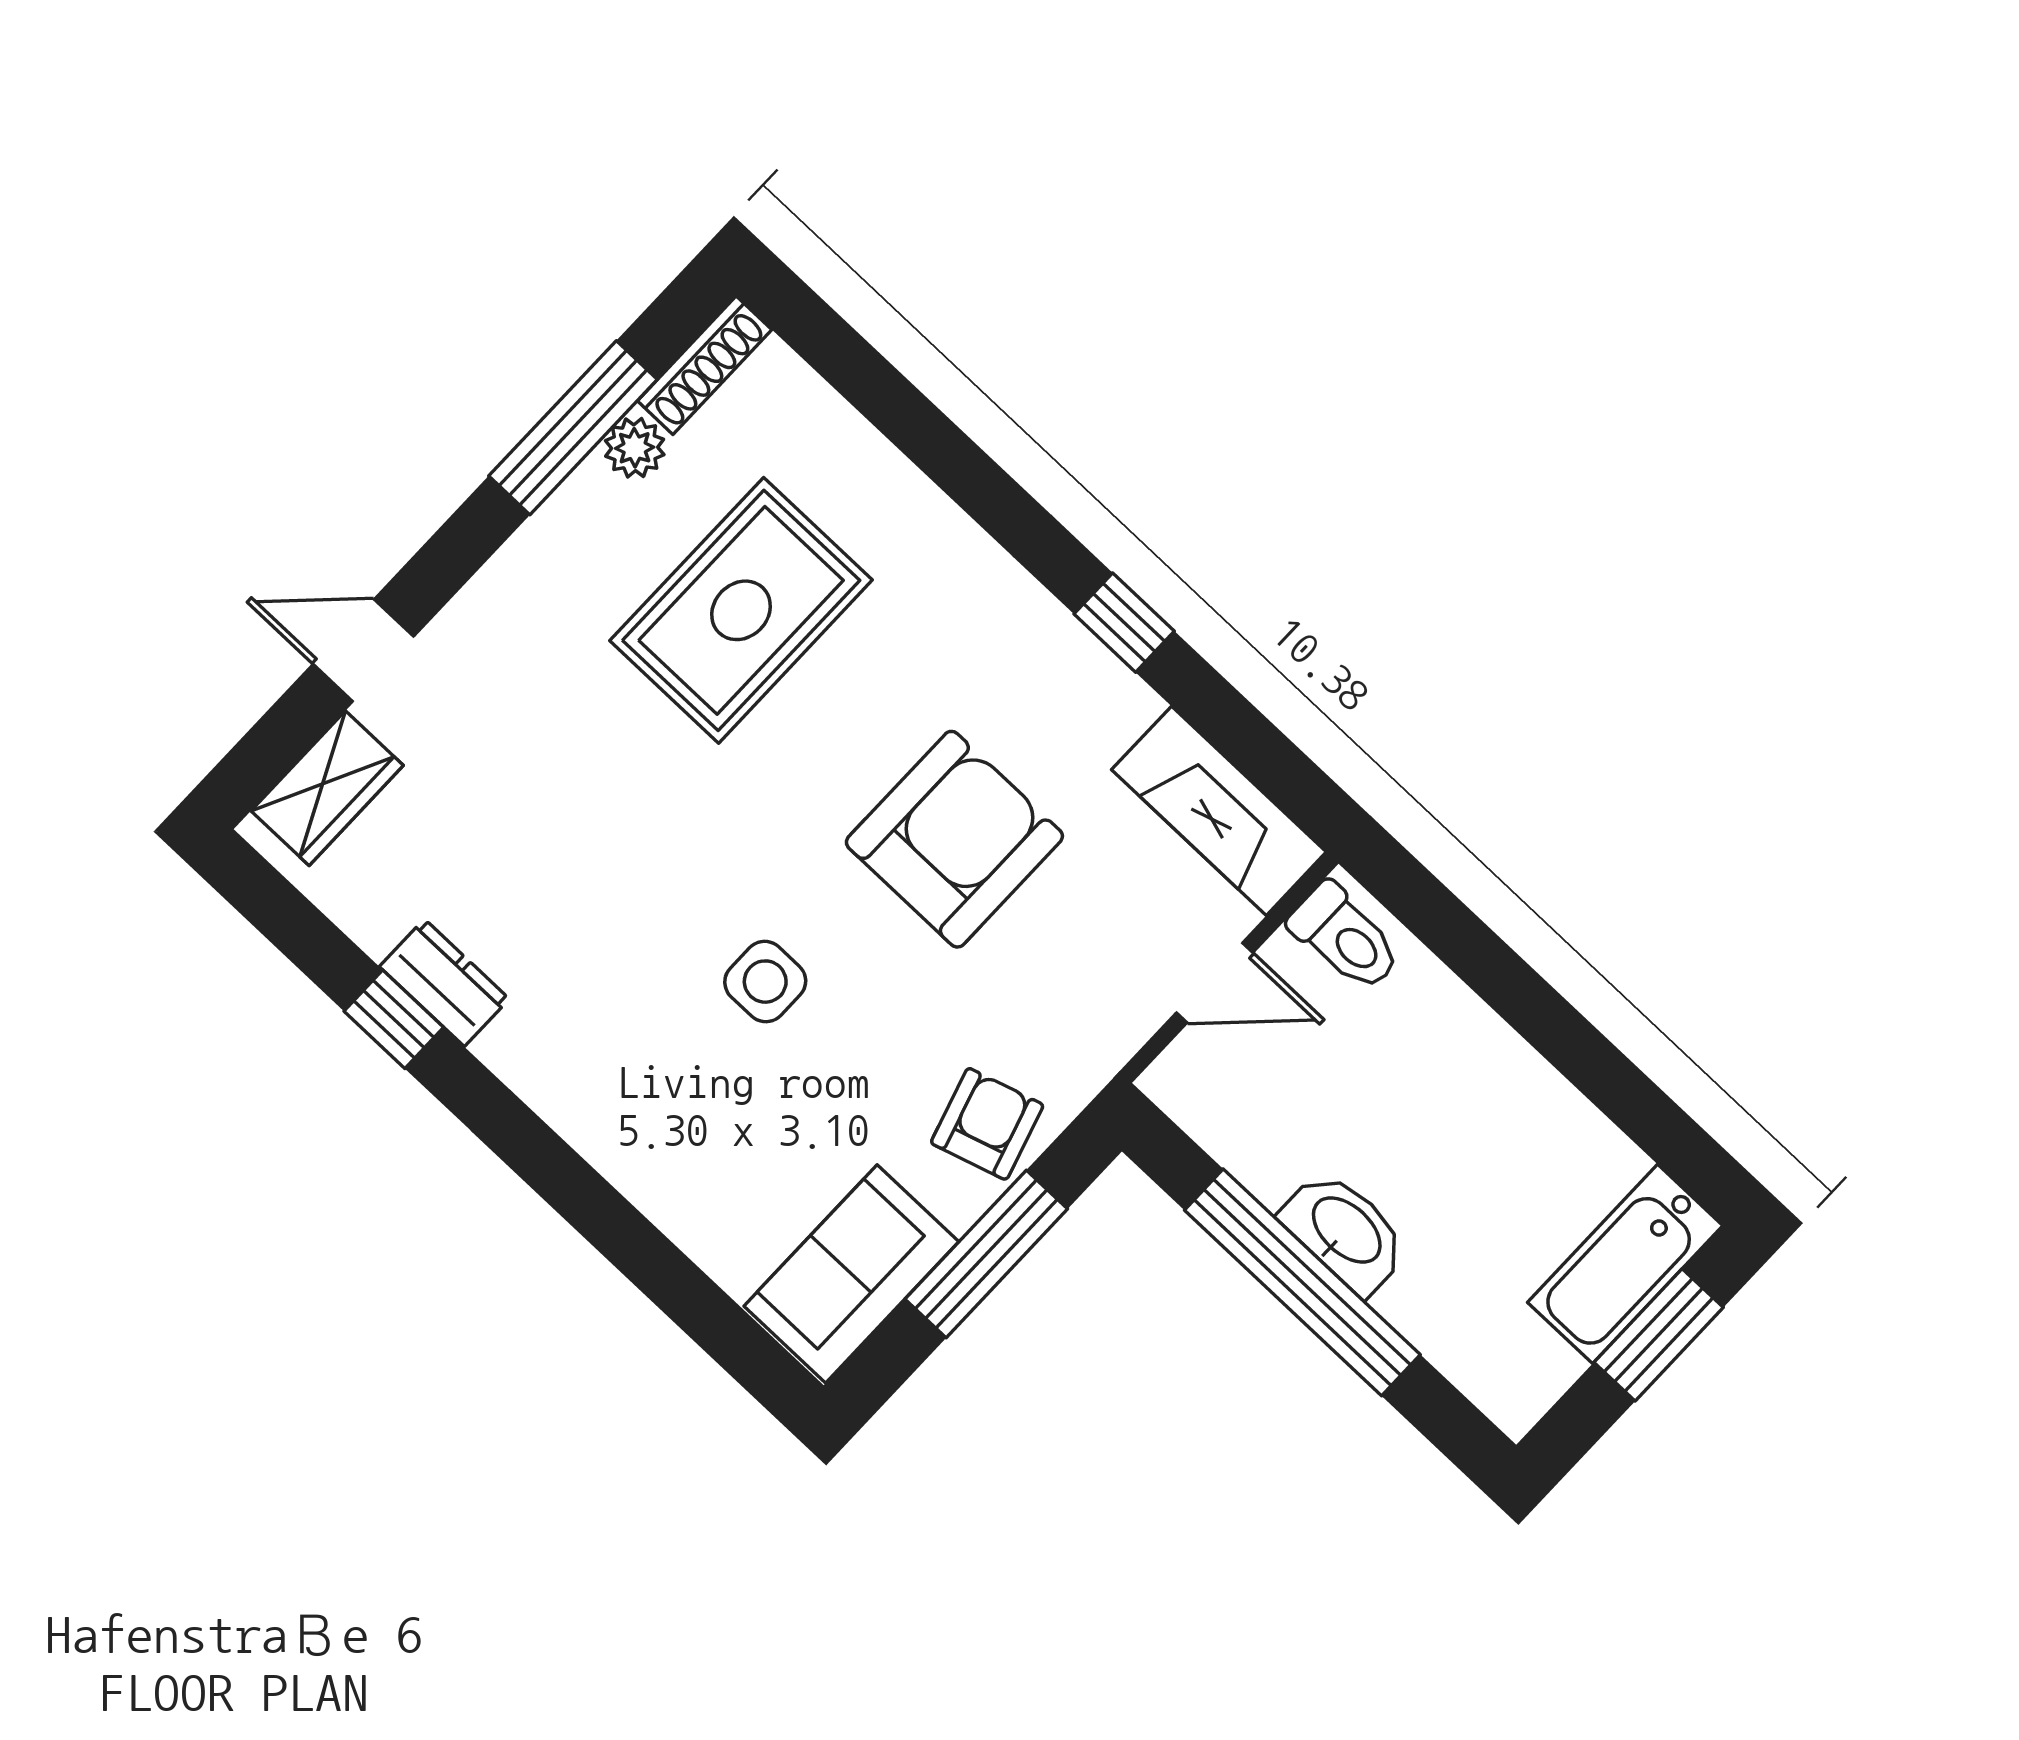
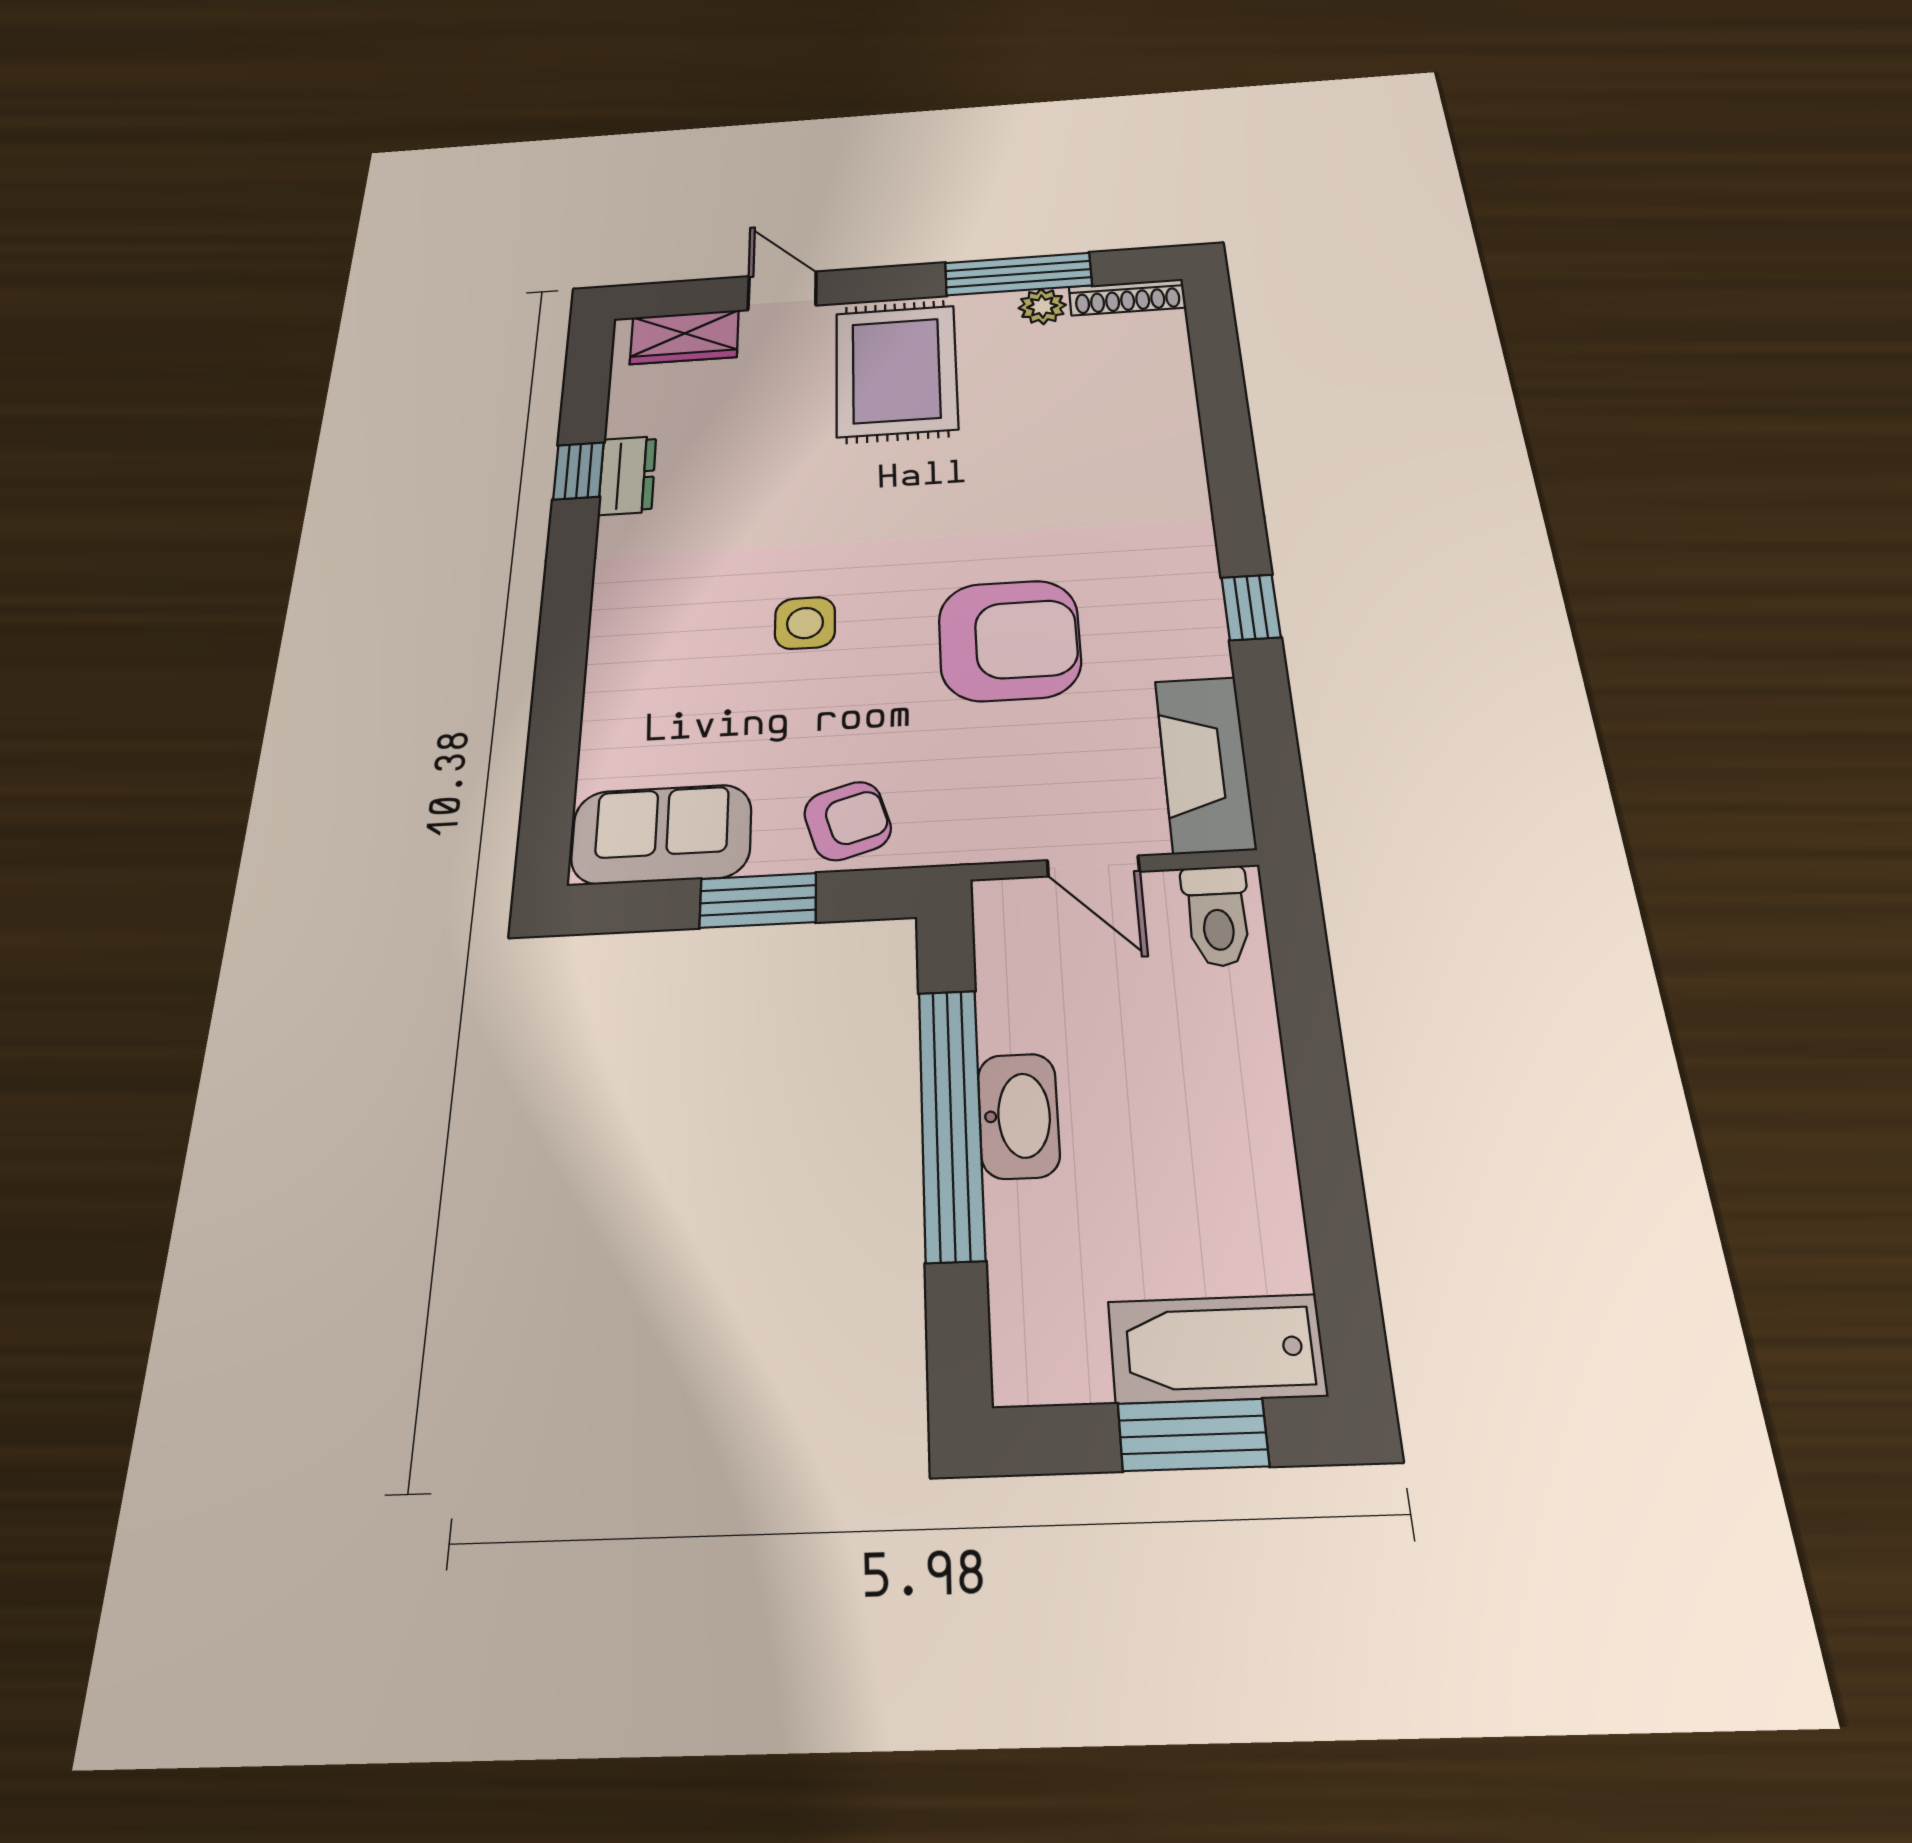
rug: (741, 610) -> (896, 371), moved, turned 90
window: (986, 1254) -> (758, 900), width x0.69

